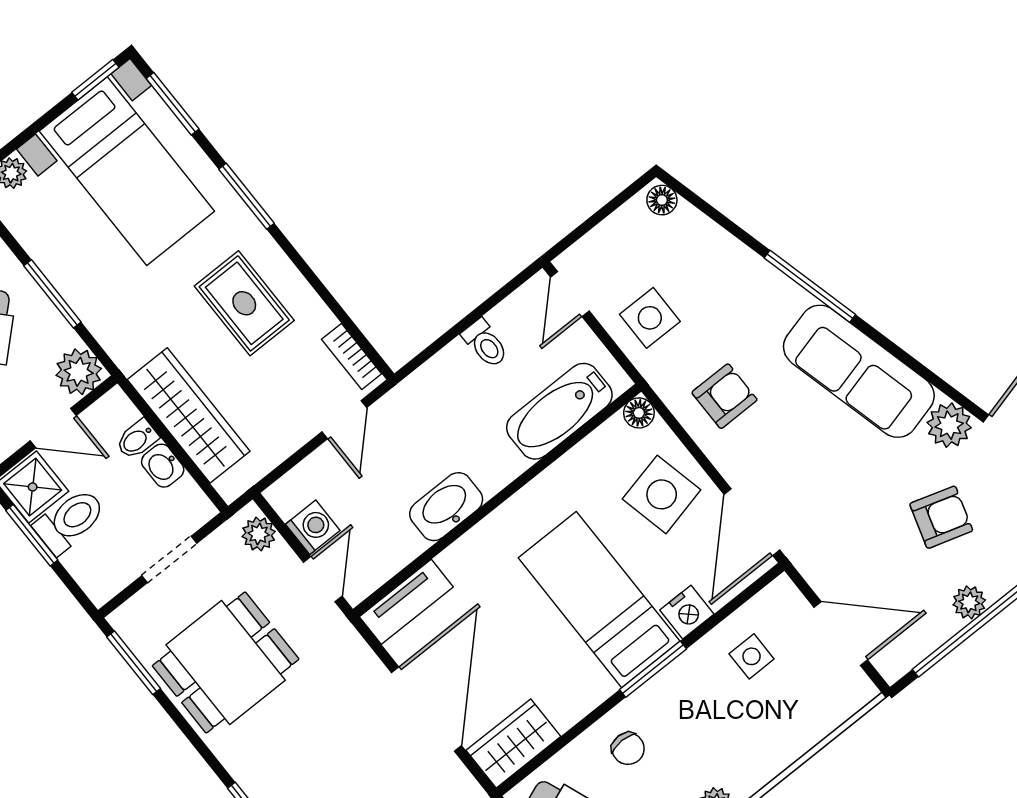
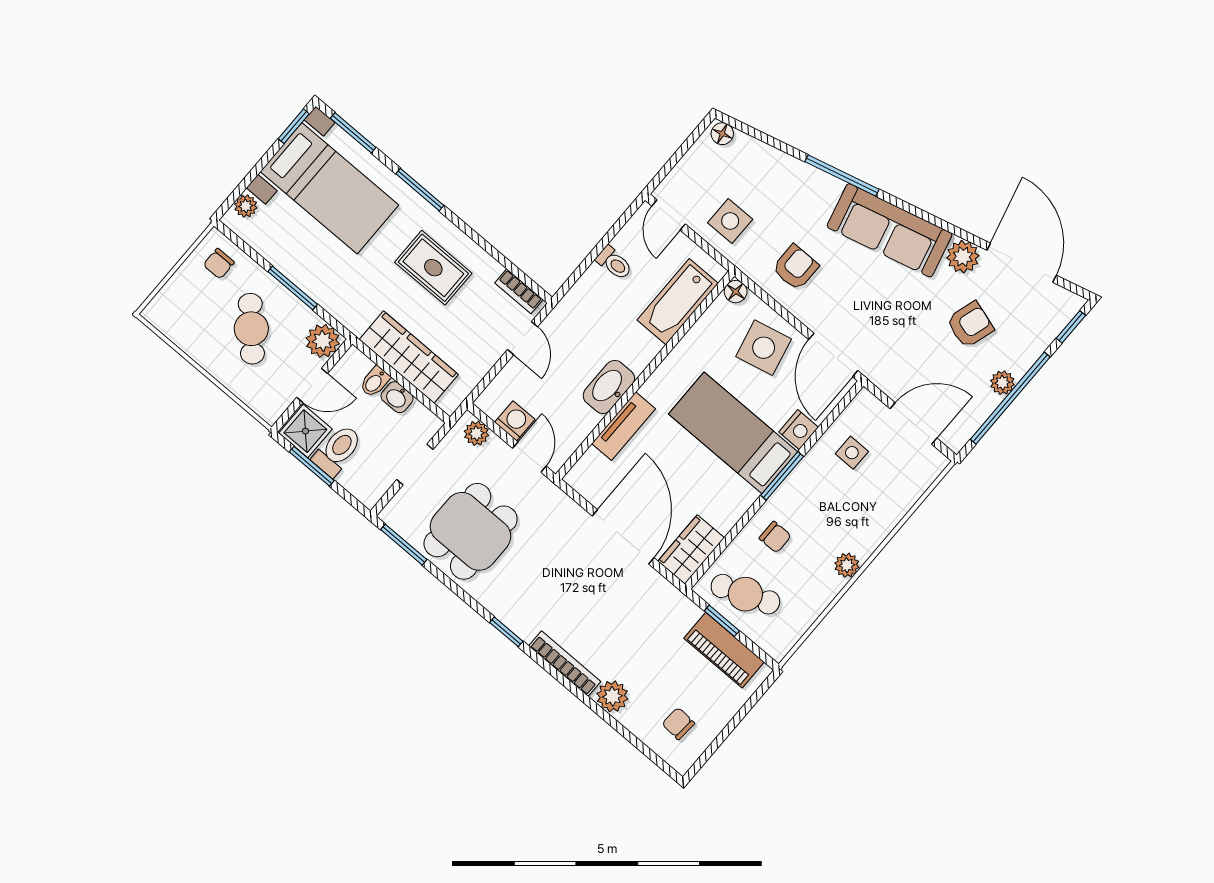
tv unit: (406, 602) -> (624, 426), moved

